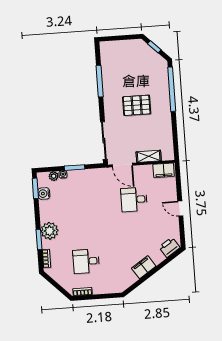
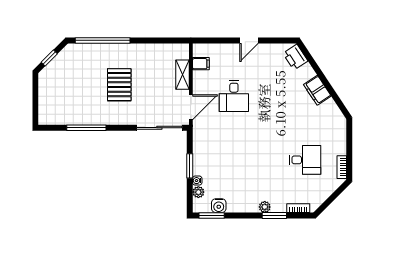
filing cabinet: (164, 170) -> (201, 64), width x0.50
plant: (50, 231) -> (265, 207), width x0.53, depth x0.53
desk: (86, 261) -> (305, 160), turned -90

